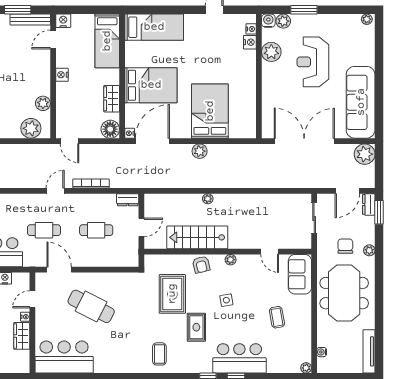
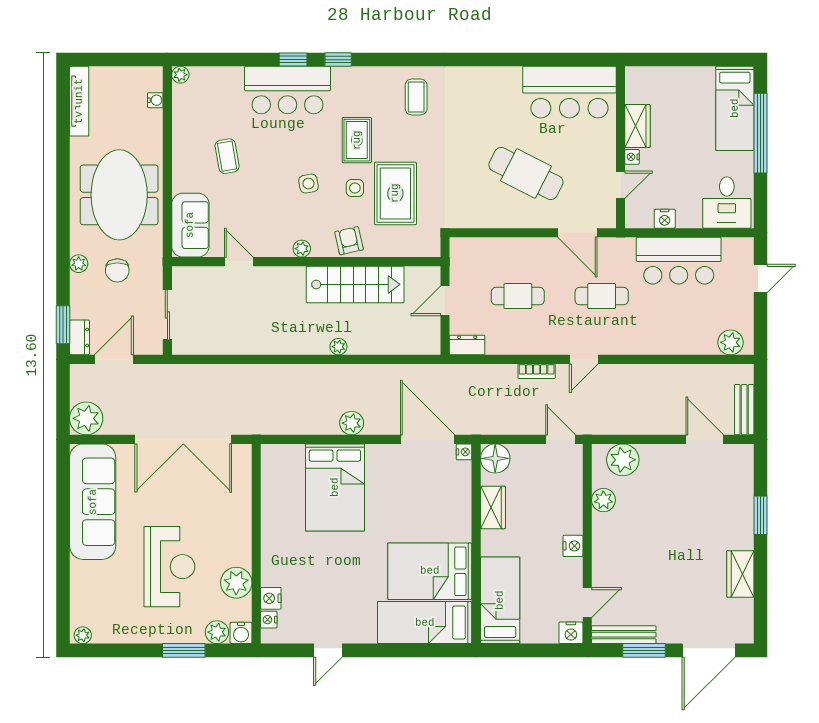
bed: (151, 85) -> (430, 571), moved
door: (152, 141) -> (428, 439), swing flipped
bookcase: (91, 183) -> (537, 371), width x0.64
side table: (198, 297) -> (355, 188), added

